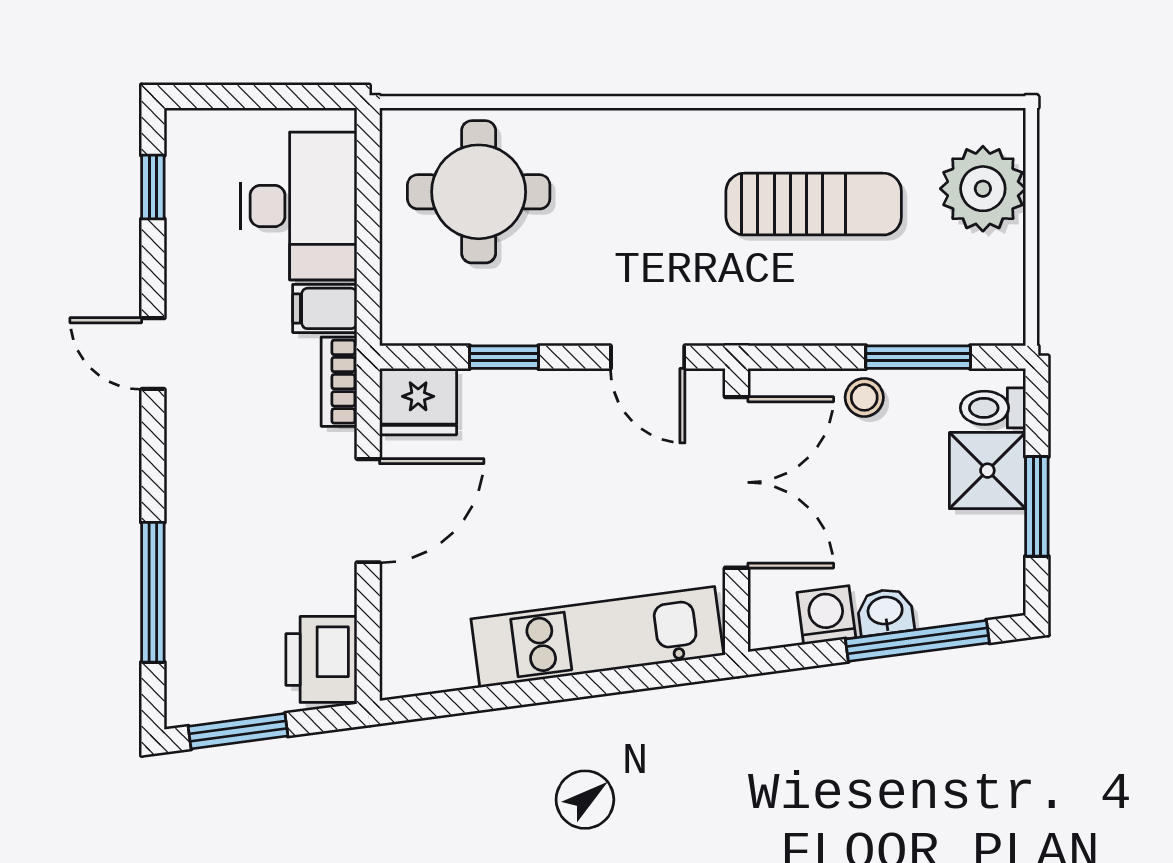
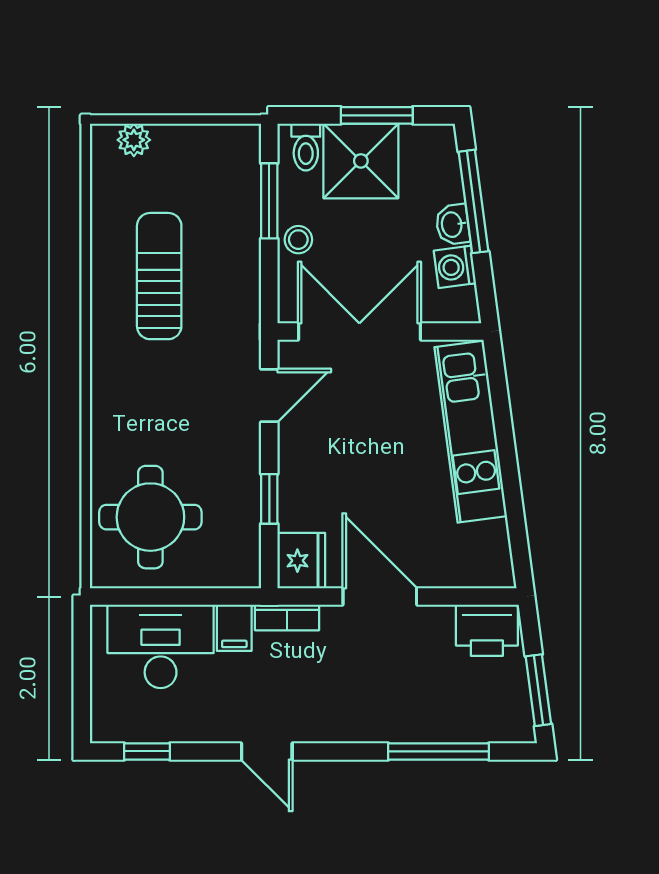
plant: (983, 189) -> (134, 140), width x0.53, depth x0.53
door: (153, 354) -> (267, 751), hinge flipped
shower: (987, 471) -> (361, 161), width x1.36, depth x1.36

